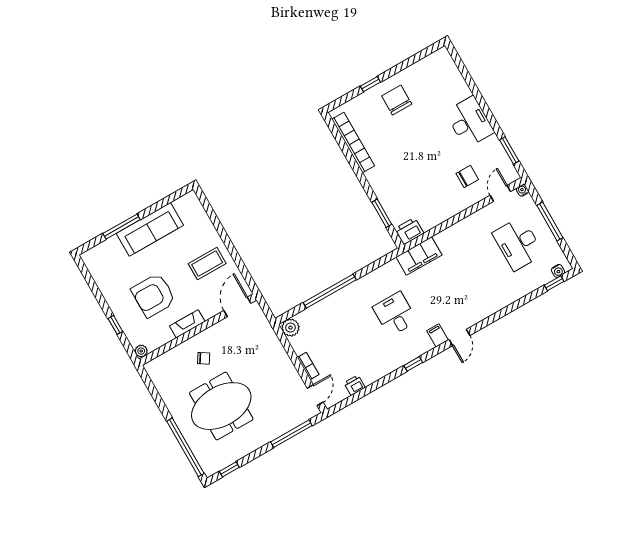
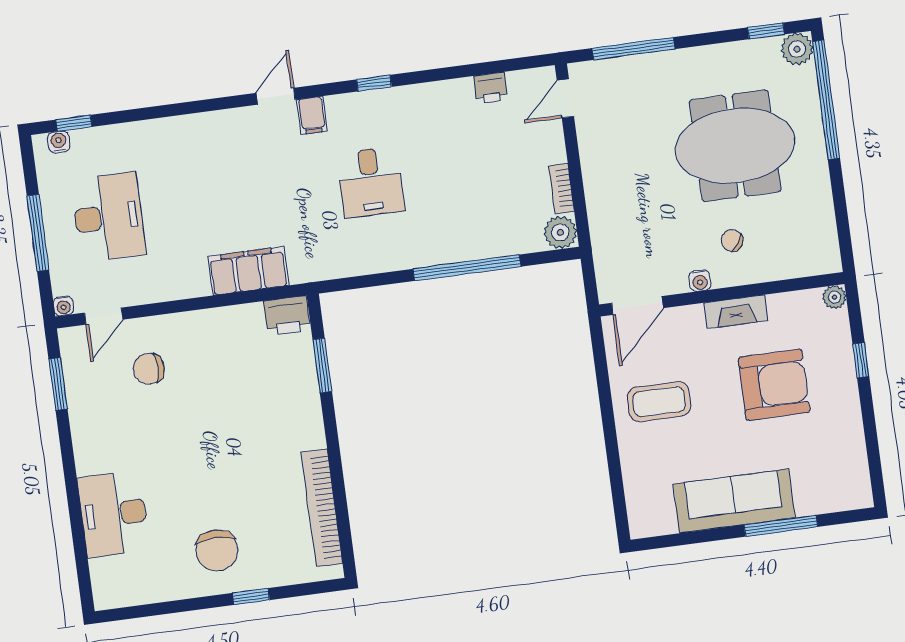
desk: (470, 122) -> (114, 514), moved
filing cabinet: (419, 256) -> (248, 271), moved
water cooler: (211, 332) -> (700, 281), added
bookcase: (308, 366) -> (562, 189), moved
plant: (210, 467) -> (797, 49), added

